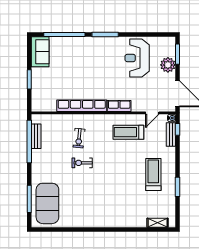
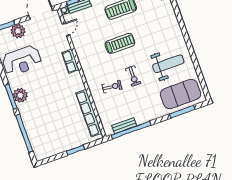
plant: (103, 44) -> (20, 95), added
sofa: (40, 52) -> (47, 149), removed
row of seats: (82, 106) -> (89, 113), moved
door: (152, 113) -> (66, 29), hinge flipped
treadmill: (128, 132) -> (120, 43), moved, turned -90
weight bench: (82, 202) -> (168, 64), added

